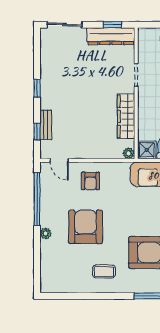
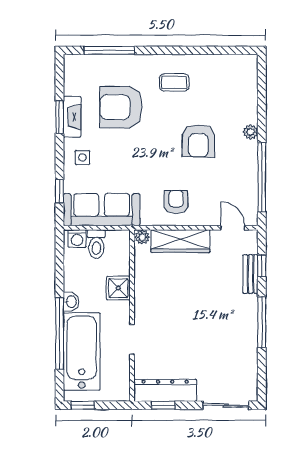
window: (37, 88) -> (262, 322), width x2.17
wardrobe: (126, 116) -> (180, 241), moved, turned 90
shower: (147, 150) -> (118, 288), moved
armchair: (90, 181) -> (176, 202), moved
armchair: (86, 227) -> (198, 141), width x0.73, depth x0.73

